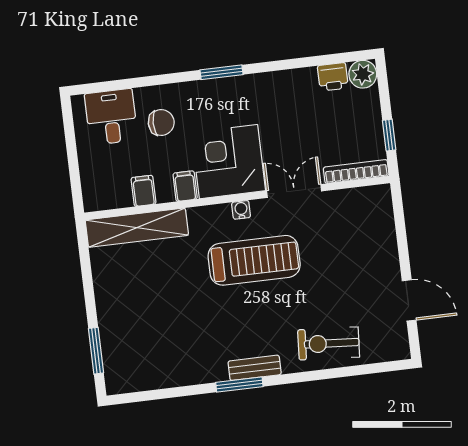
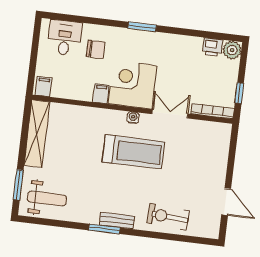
filing cabinet: (144, 191) -> (44, 87), moved
shelving: (137, 228) -> (37, 134), moved, turned 90
weight bench: (143, 361) -> (47, 199), added

